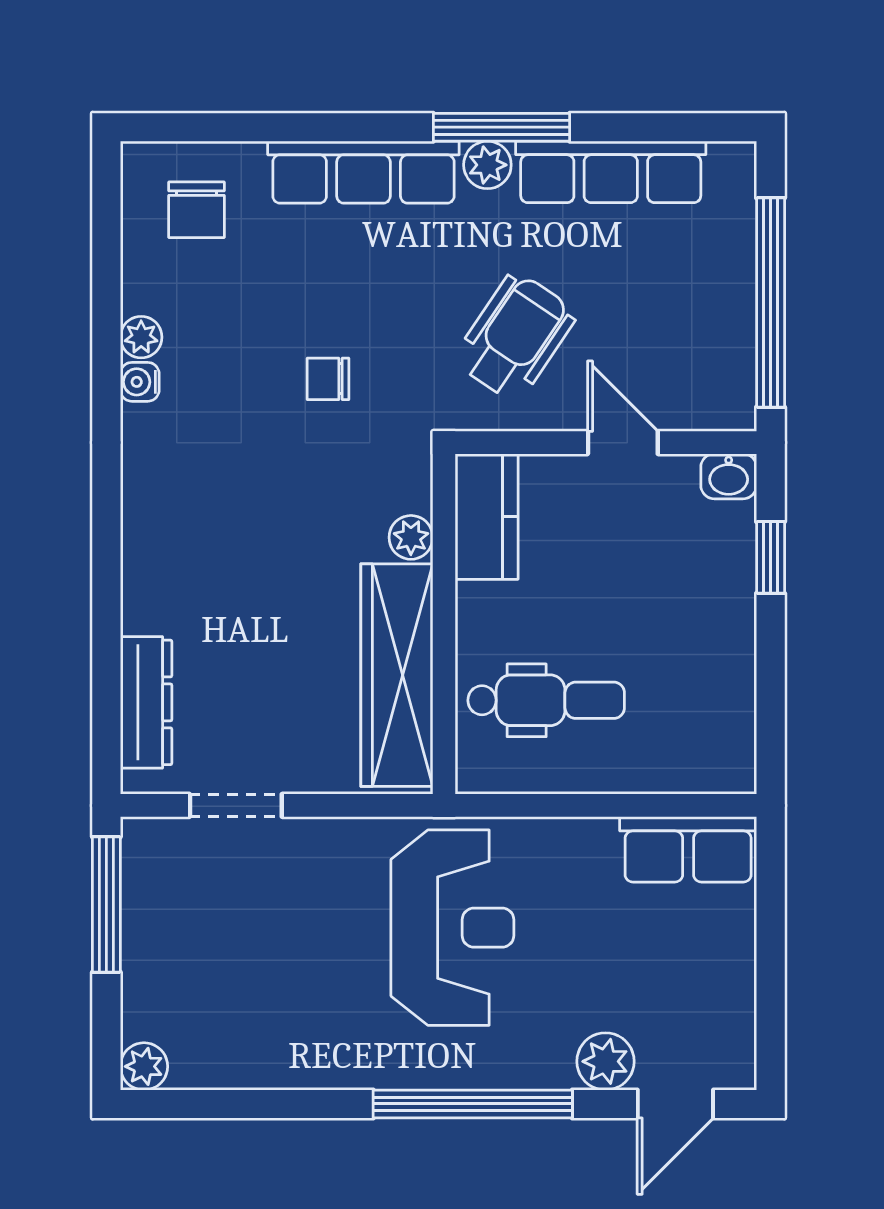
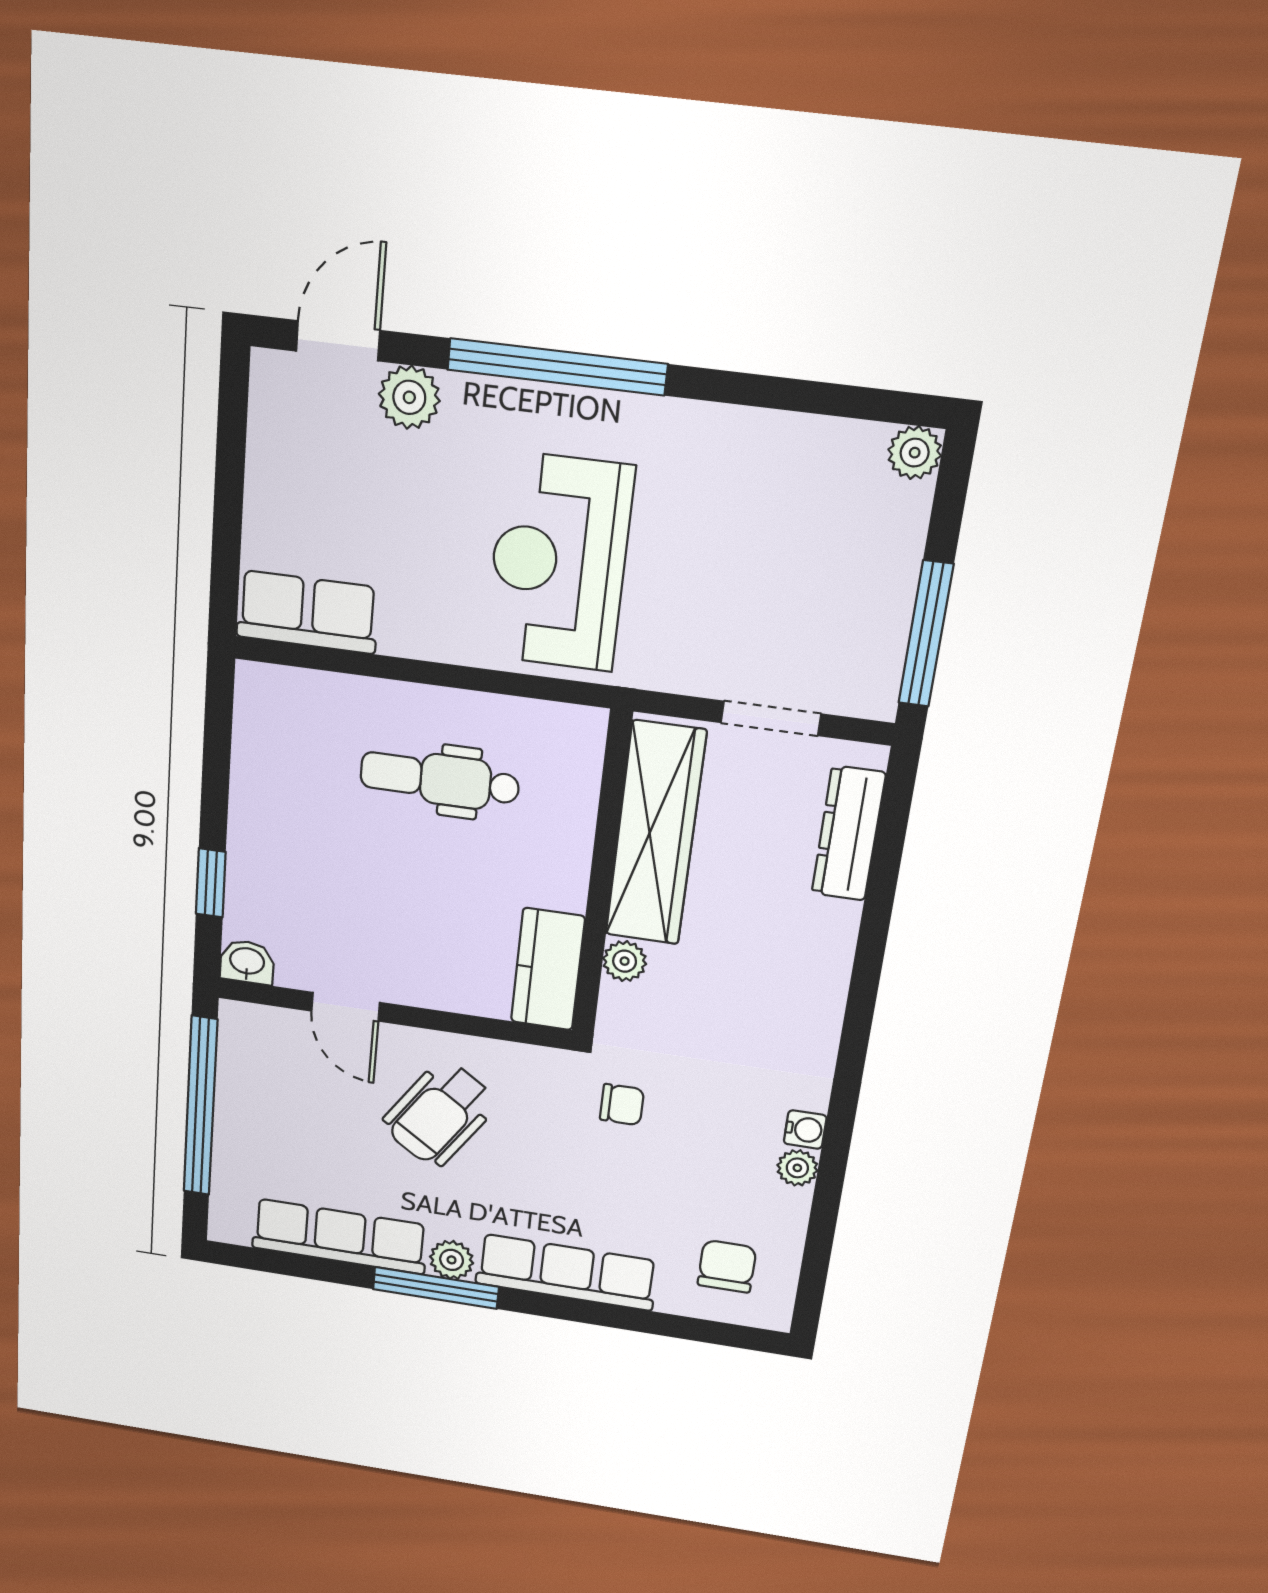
kitchen counter: (487, 517) -> (548, 969), moved
plant: (411, 537) -> (625, 961), moved
wall: (444, 624) -> (602, 876), moved
wardrobe: (397, 675) -> (656, 834), moved

